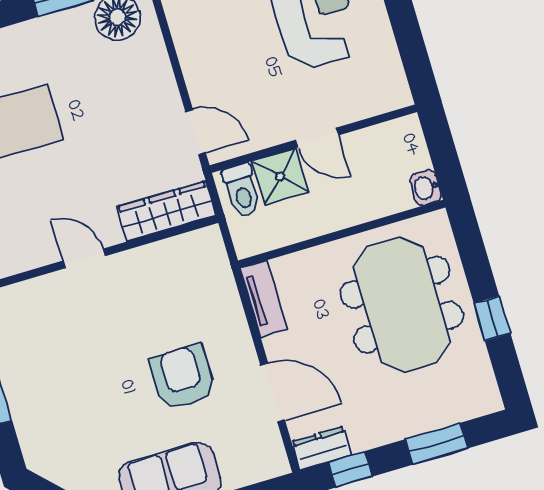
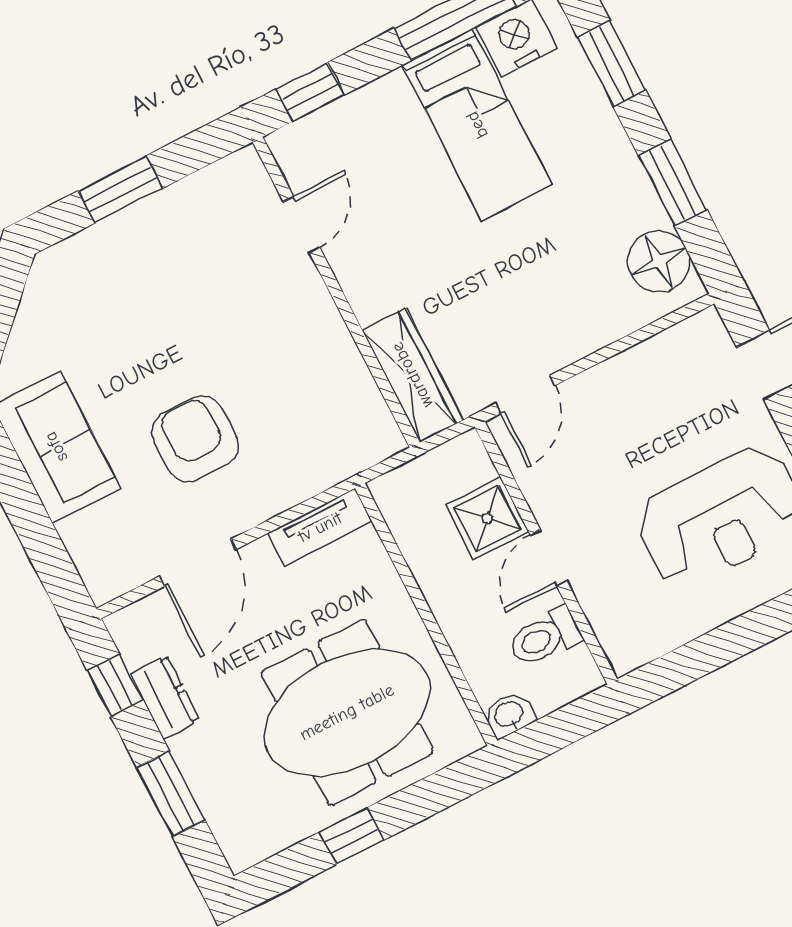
toilet: (242, 191) -> (545, 637), moved
door: (84, 258) -> (302, 225), moved
armchair: (182, 377) -> (195, 439), turned -90
dresser: (322, 448) -> (165, 697), moved

